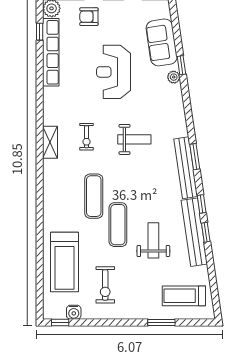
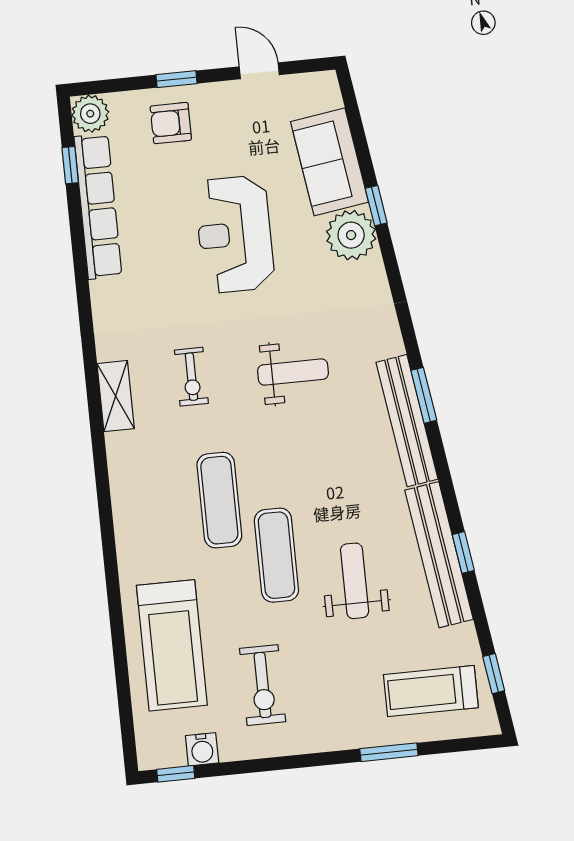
plant: (174, 77) -> (351, 235), width x1.87, depth x1.87
window: (202, 204) -> (494, 674), moved

